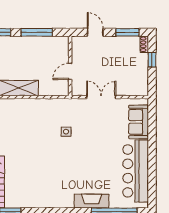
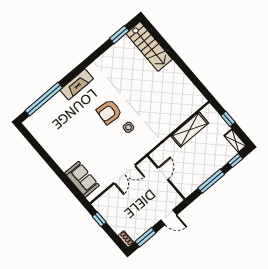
window: (152, 60) -> (99, 219), moved
armchair: (71, 157) -> (109, 112), added
bar counter: (136, 171) -> (54, 142), removed
fireplace: (92, 201) -> (77, 84), moved

